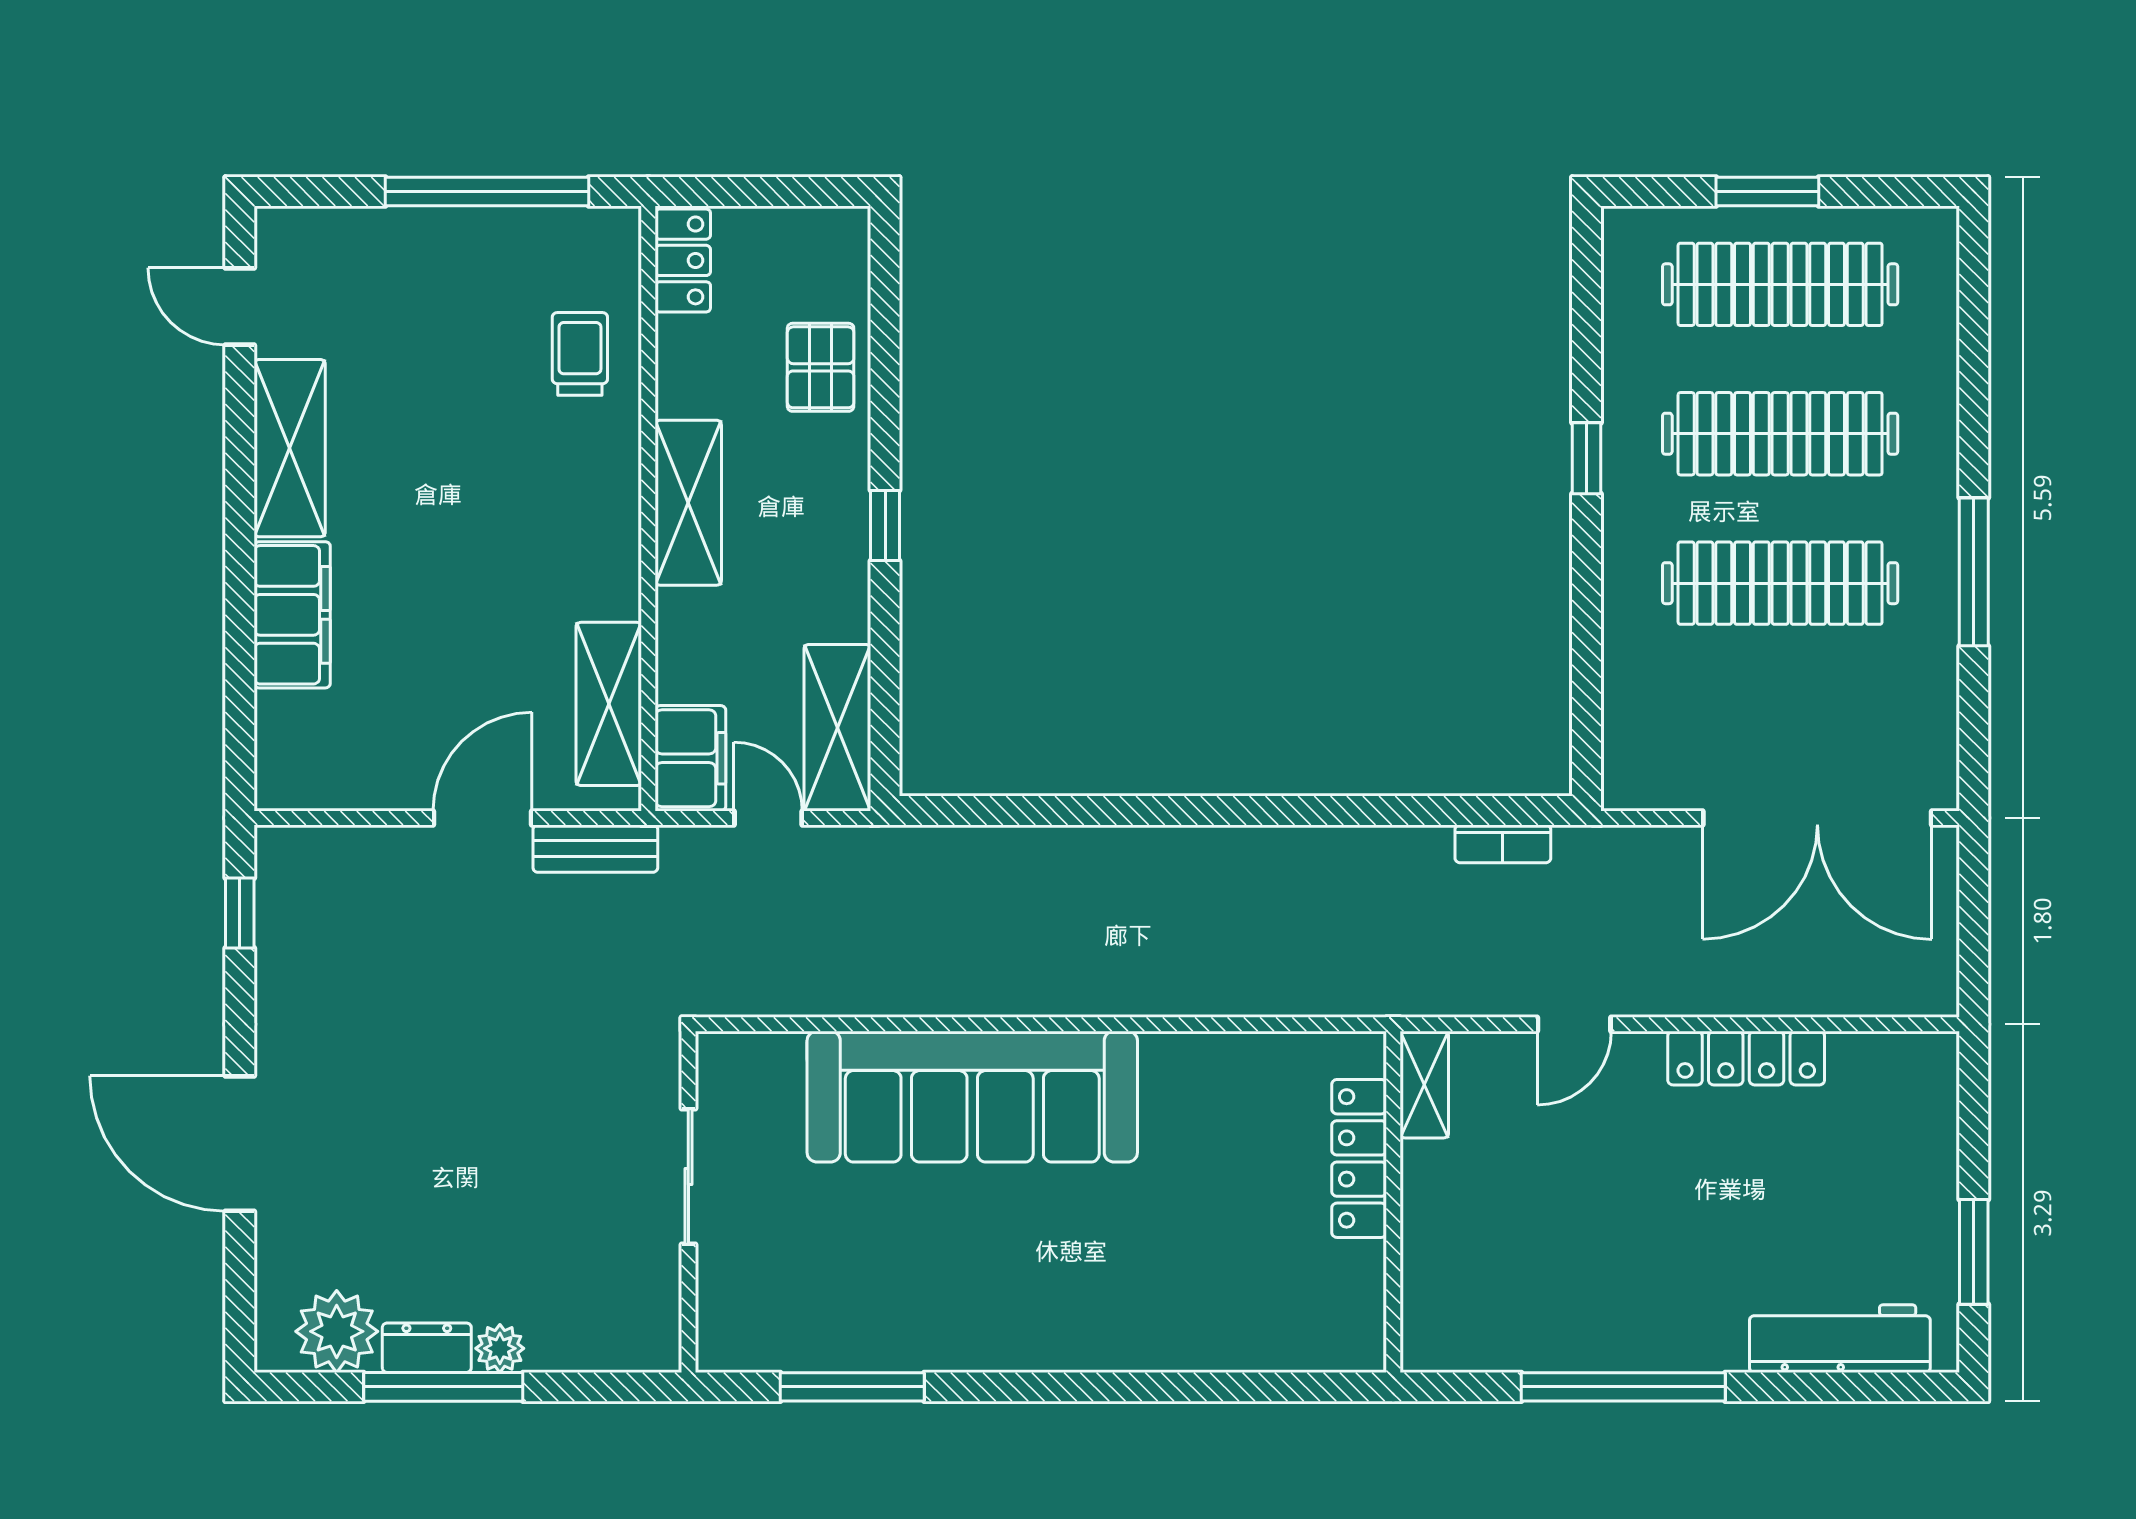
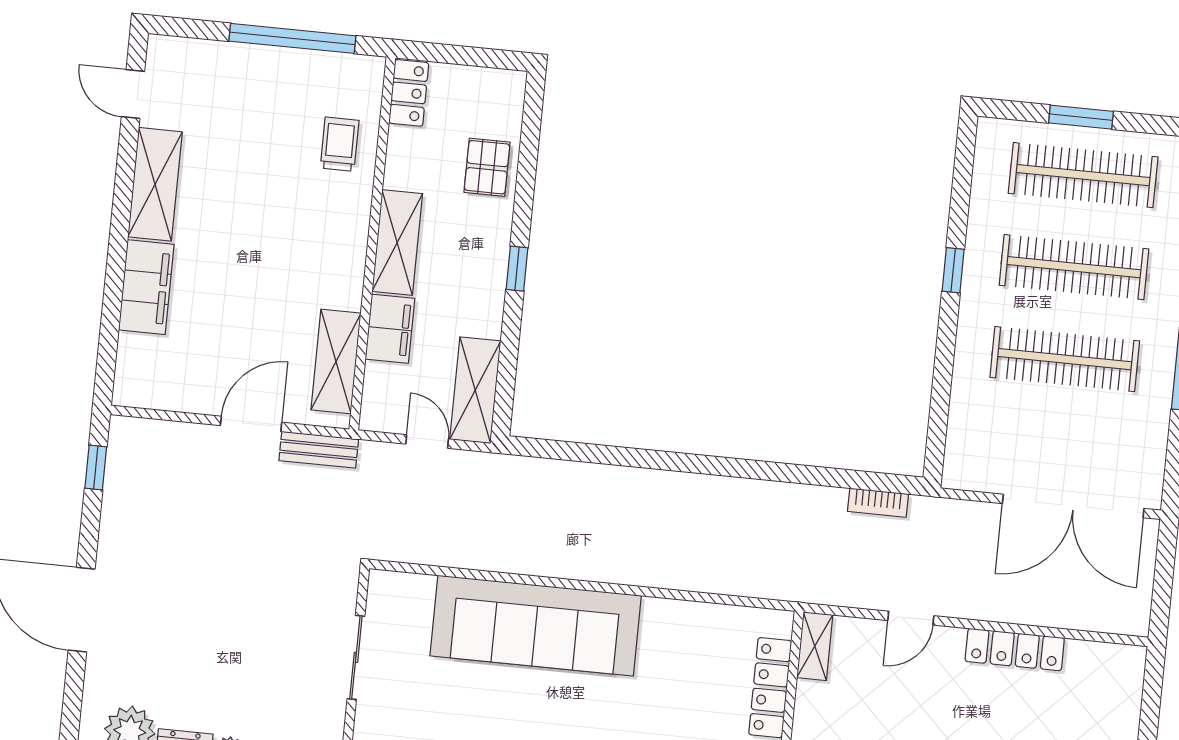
filing cabinet: (690, 758) -> (390, 329), moved

